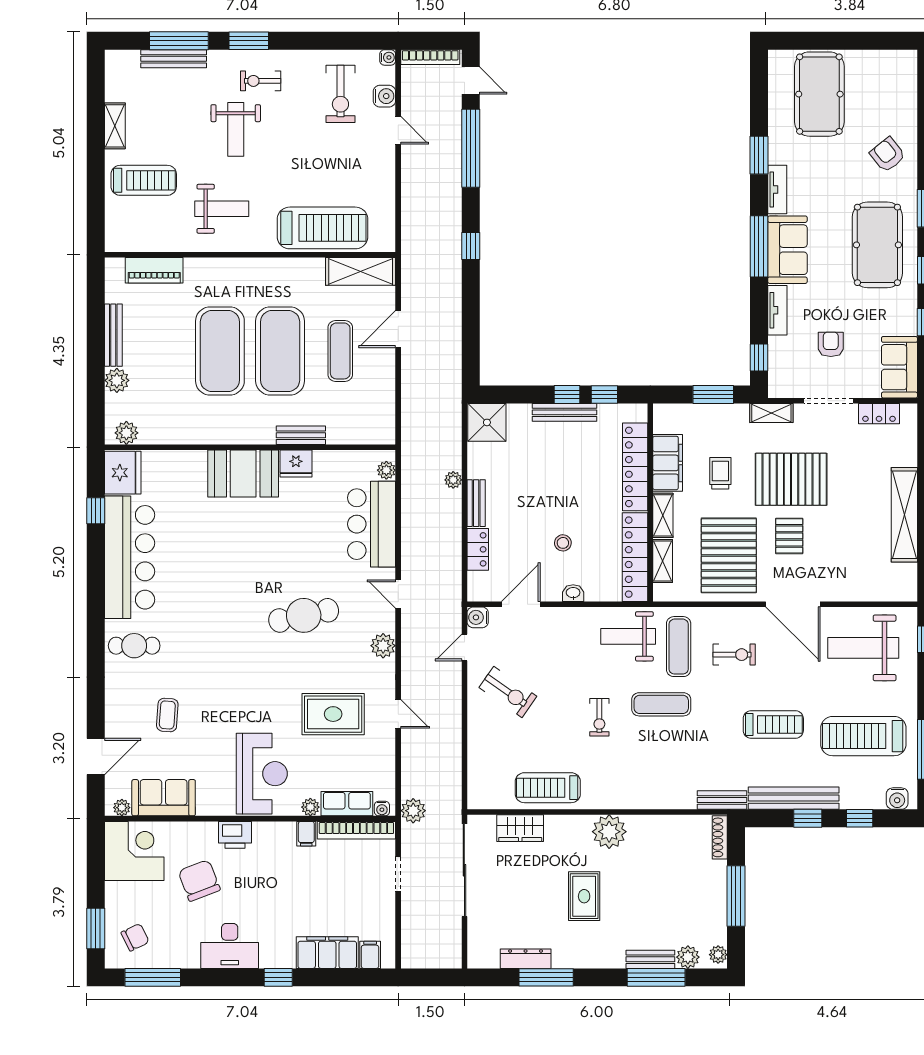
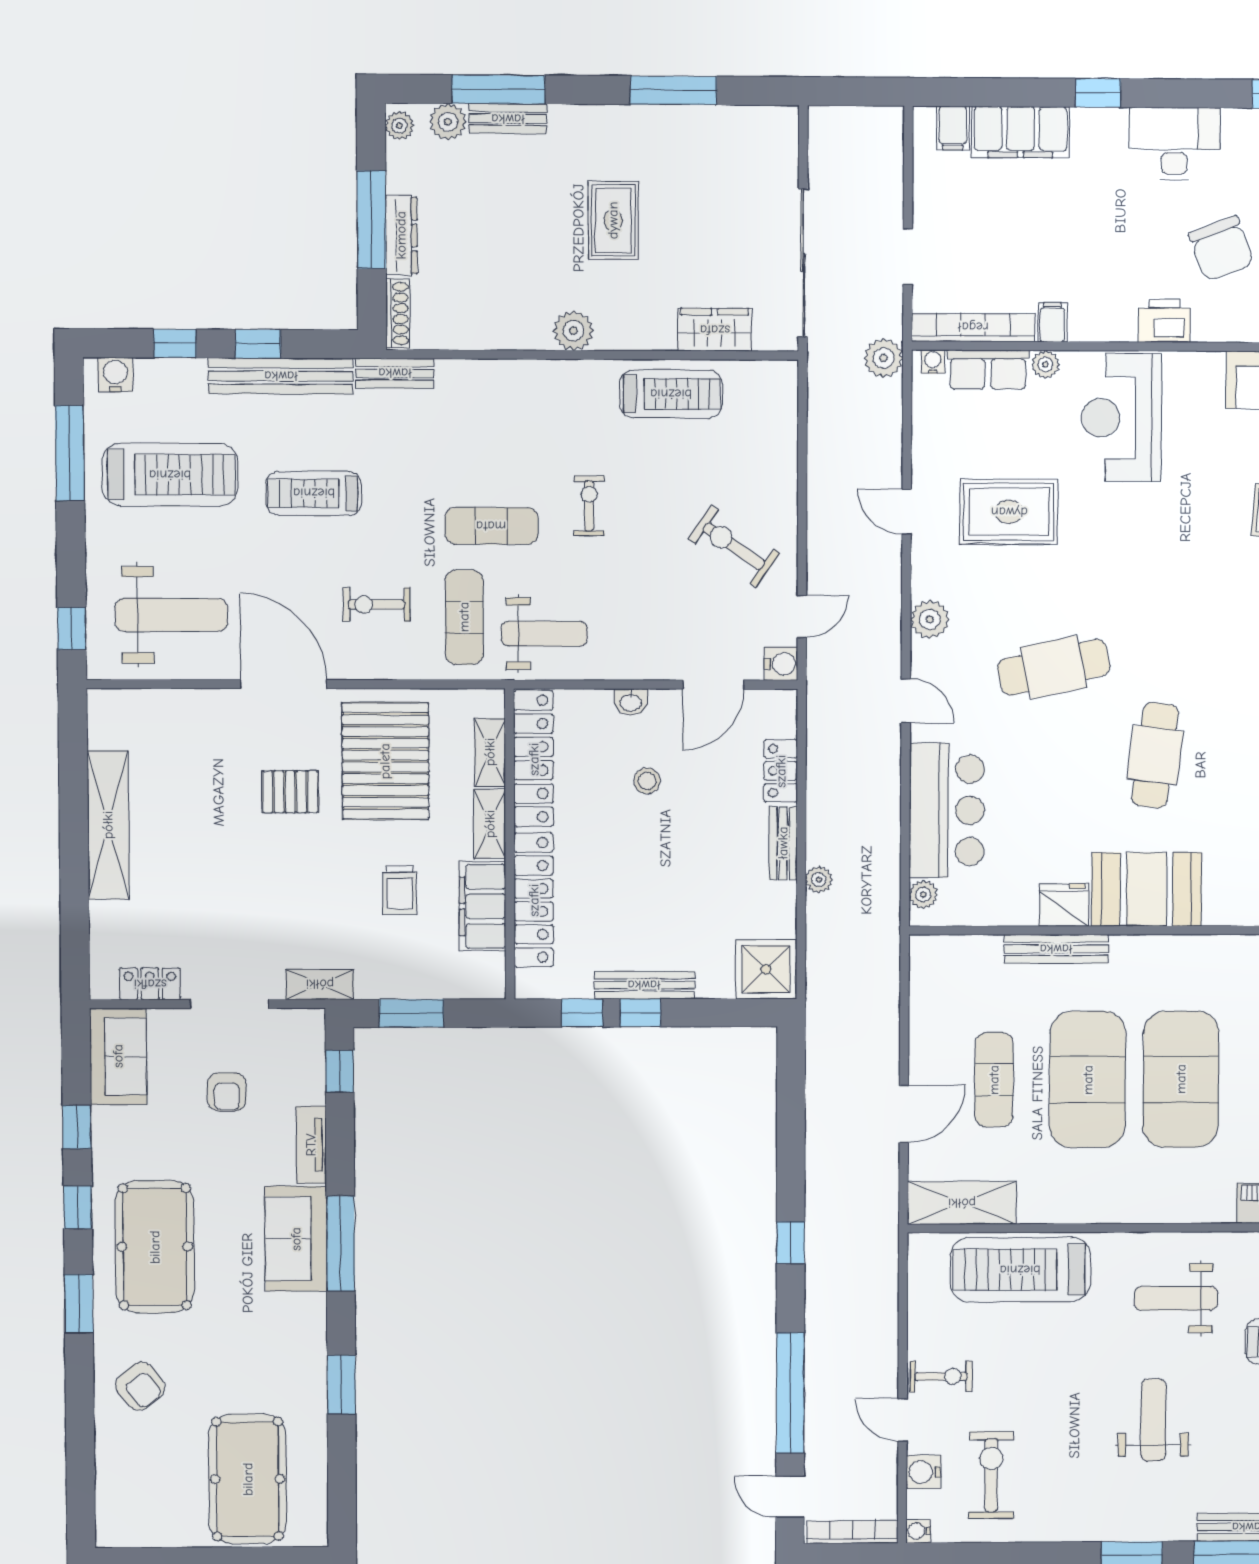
exercise bike: (261, 81) -> (941, 1376), moved
tv unit: (777, 190) -> (313, 1332), removed
bench: (301, 435) -> (1056, 949), width x1.36
pallet: (791, 479) -> (288, 881), removed
pallet: (789, 536) -> (290, 792), turned 90
cafe table: (238, 559) -> (1155, 755), added
plant: (609, 832) -> (573, 331), width x0.73, depth x0.73
dresser: (526, 959) -> (401, 235), moved, turned -90

